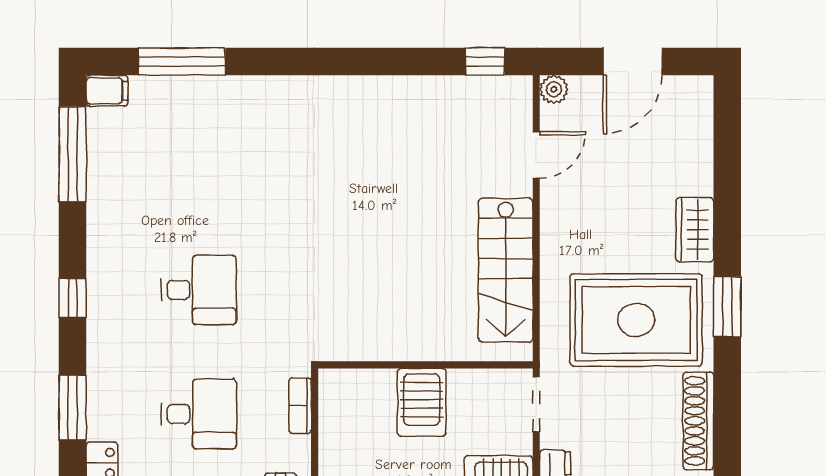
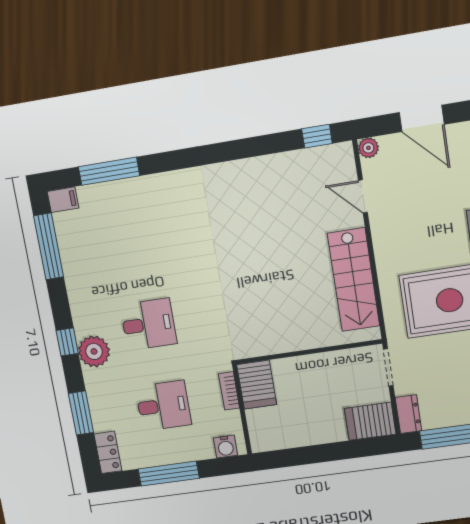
door: (633, 61) -> (422, 118), hinge flipped
door: (536, 155) -> (363, 196), swing flipped
plant: (110, 318) -> (94, 351), added
server rack: (422, 402) -> (257, 385), moved

